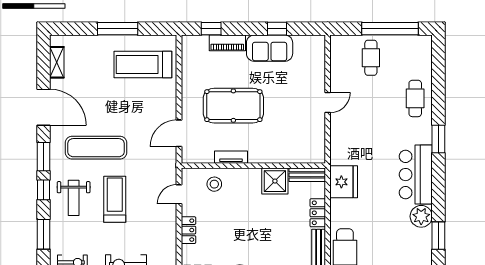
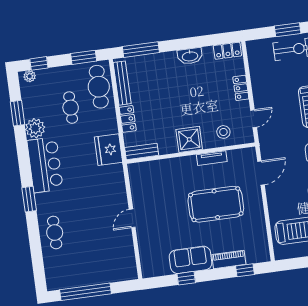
cafe table: (371, 58) -> (71, 108), moved
shower: (275, 181) -> (189, 139), moved

